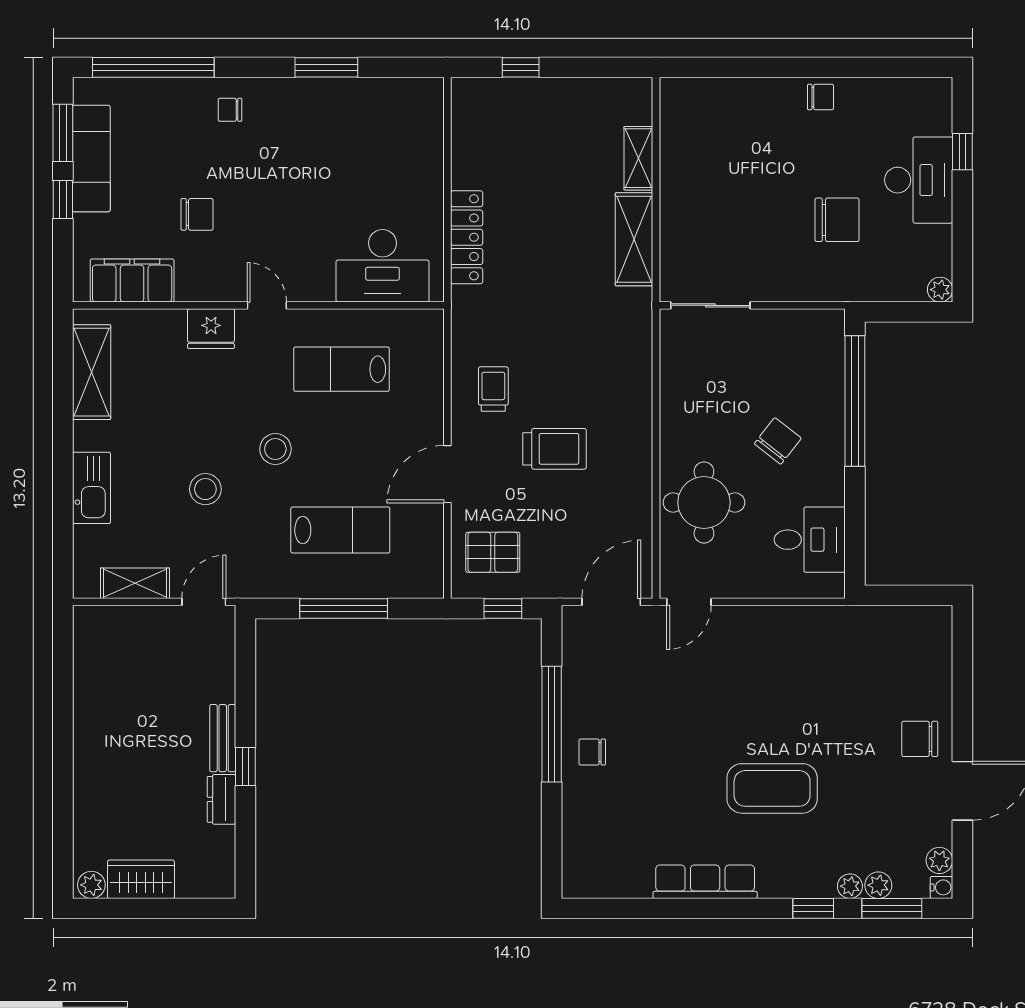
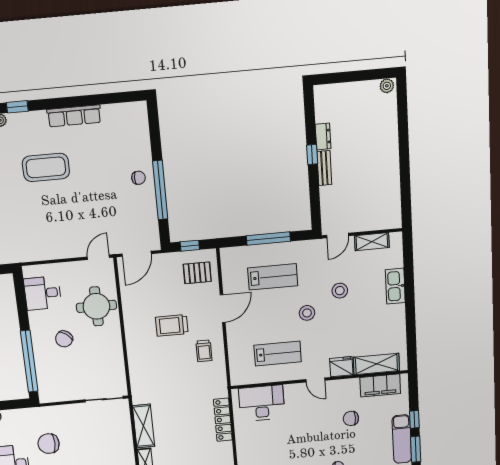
shelving: (92, 372) -> (376, 364), moved, turned 90
lab bench: (340, 530) -> (273, 277), turned 180
wardrobe: (141, 879) -> (362, 91), removed

